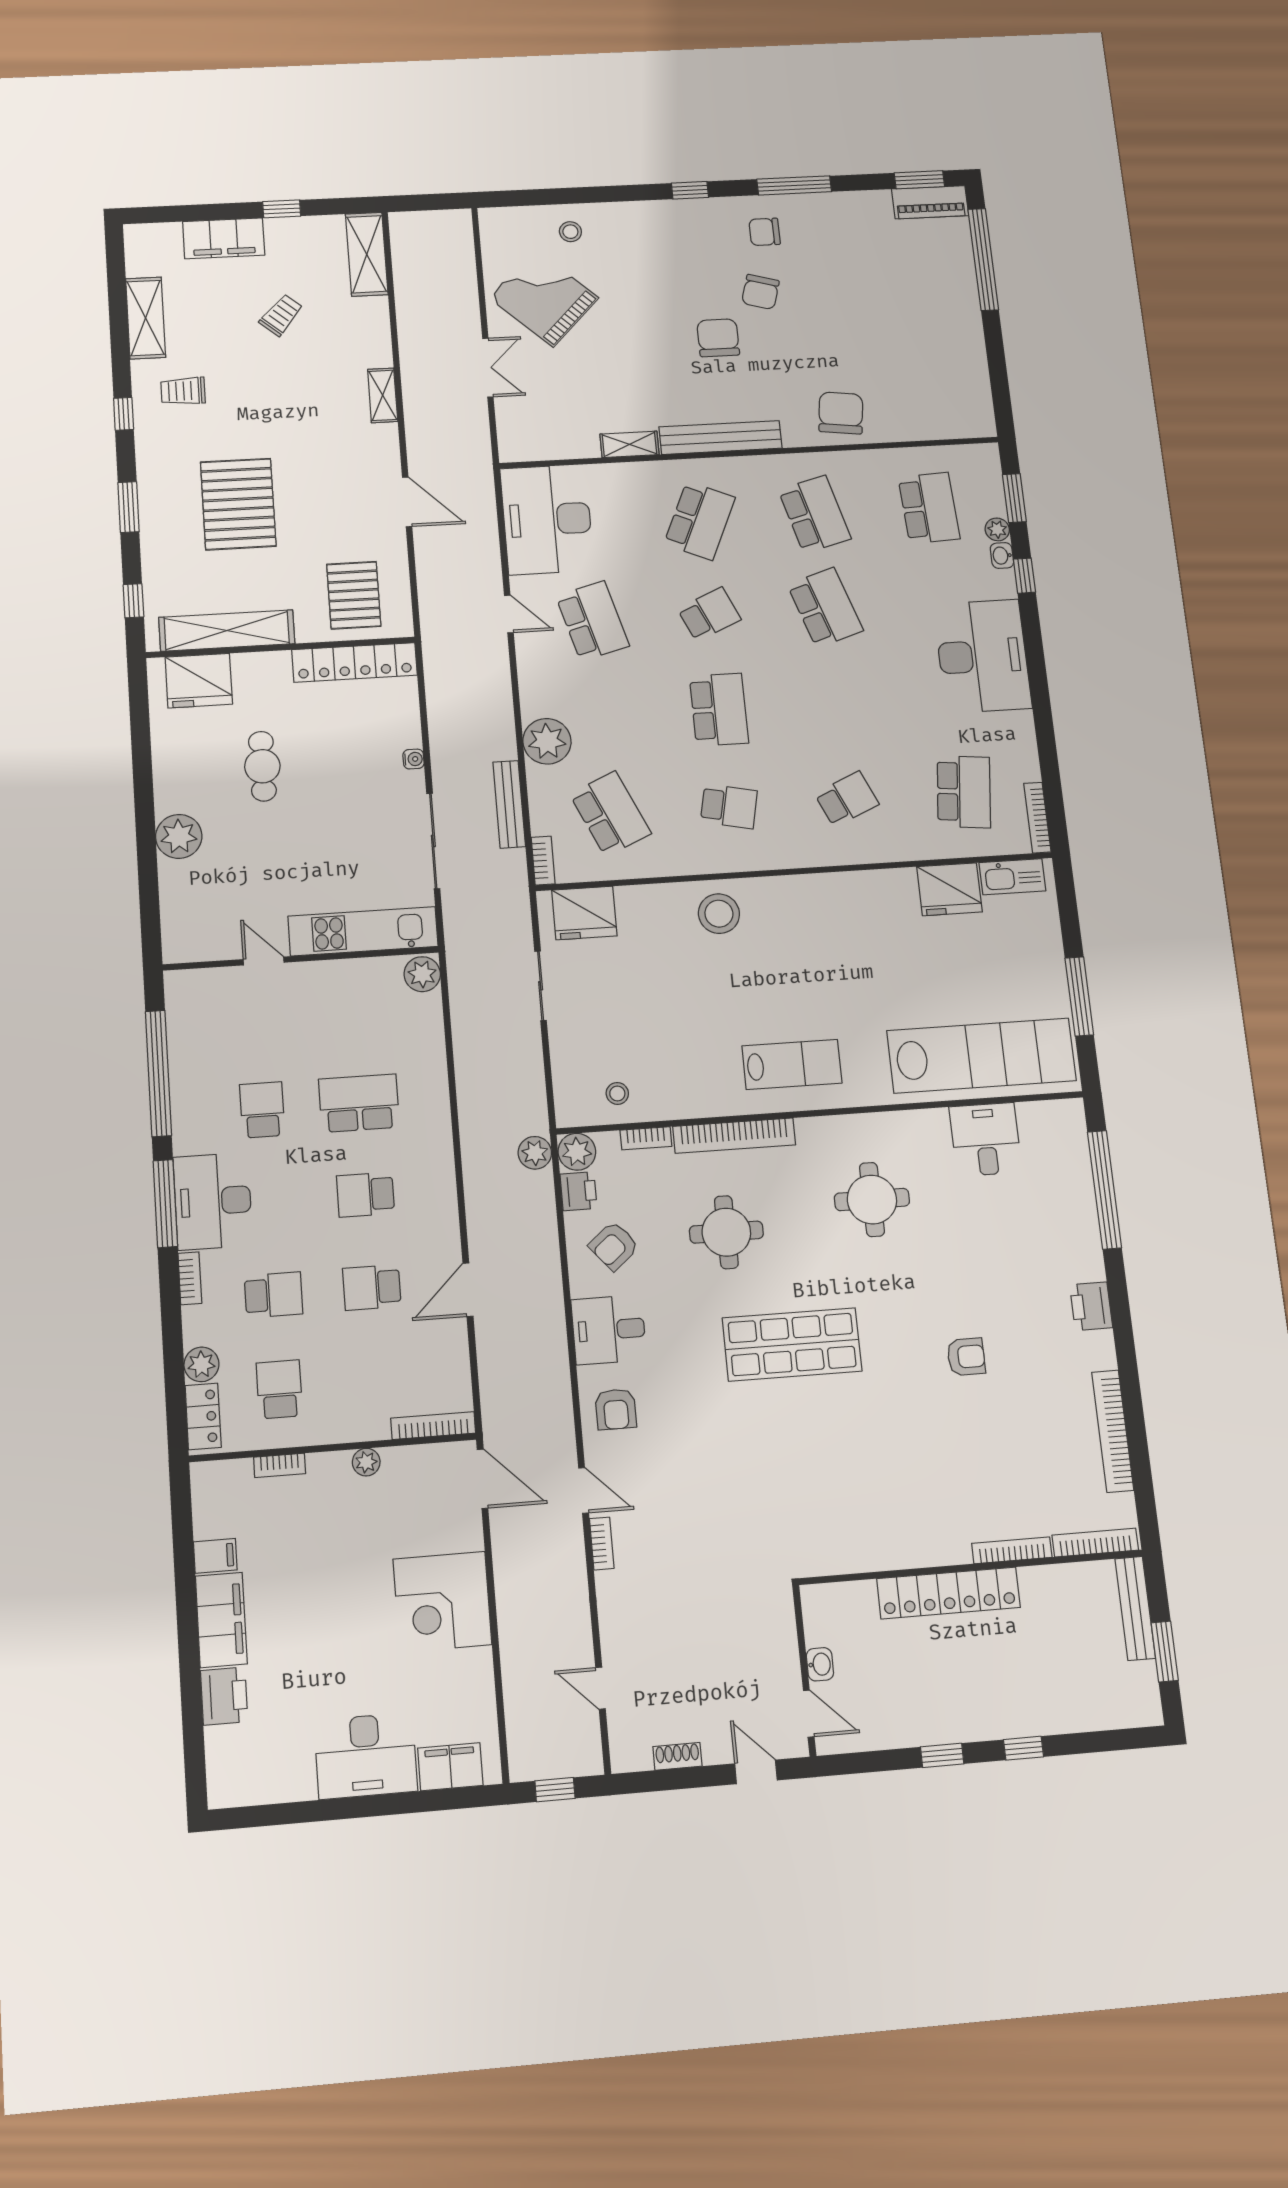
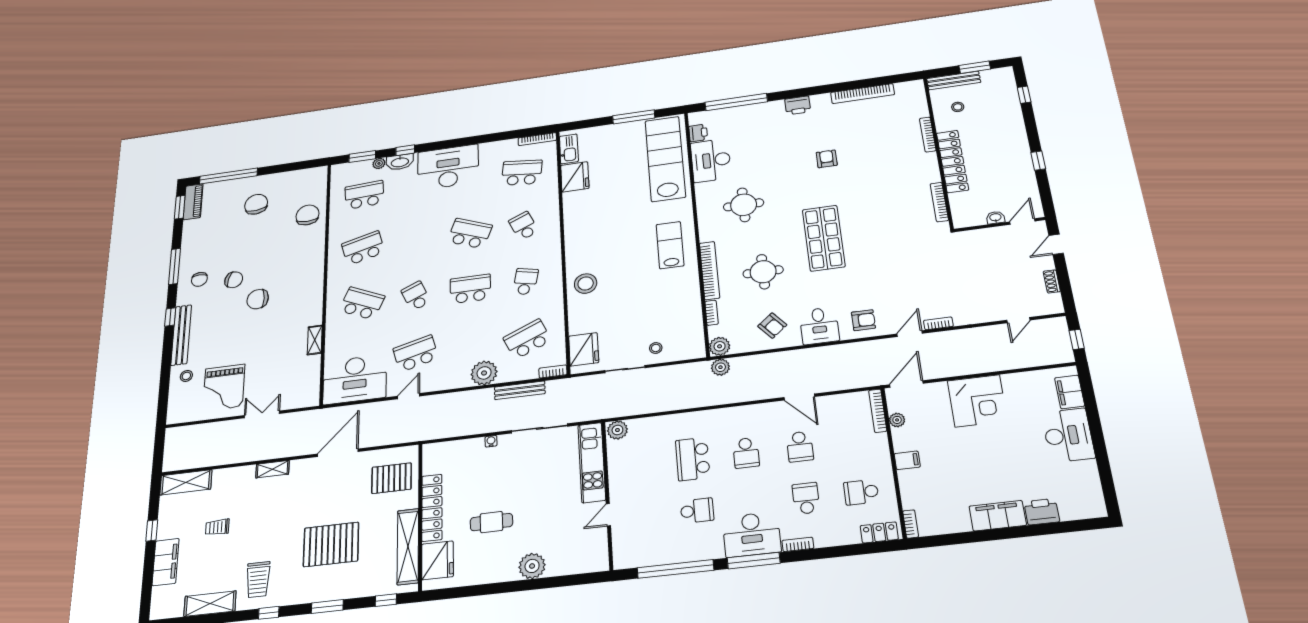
grand piano: (544, 298) -> (224, 388), turned -44
trolley: (281, 315) -> (217, 527), turned -41
chair: (919, 315) -> (256, 204), added
trolley: (183, 391) -> (258, 580), width x1.36, depth x1.39
chair: (841, 413) -> (307, 215), moved, turned 83
bench: (720, 437) -> (181, 335), moved
door: (407, 502) -> (338, 453), width x1.36
washbasin: (1002, 556) -> (400, 162), width x1.91, depth x1.45
school desk: (825, 608) -> (470, 233), moved, turned 39
locker: (354, 662) -> (432, 508), moved
stool: (617, 1093) -> (656, 348), moved
school desk: (262, 1110) -> (697, 511), turned 180
desk: (986, 1139) -> (711, 160), width x1.37
printer: (578, 1191) -> (698, 133), moved, turned 90
plant: (201, 1364) -> (849, 535), removed
plant: (366, 1462) -> (897, 420), moved
bookcase: (280, 1465) -> (911, 524), moved
bookcase: (1095, 1543) -> (939, 202), moved
filing cabinet: (215, 1556) -> (907, 460), moved, turned 90
stool: (1073, 1612) -> (958, 107), added
window: (1023, 1748) -> (1024, 95), moved

